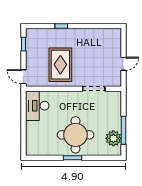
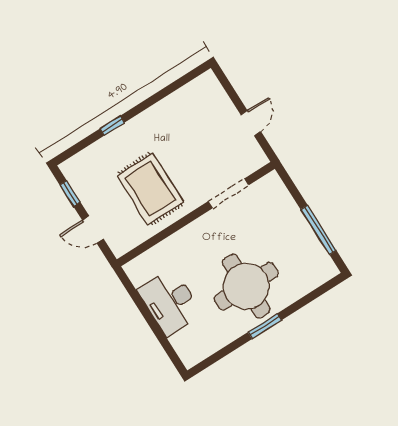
door: (23, 77) -> (93, 230), moved
desk: (37, 106) -> (170, 302), moved
plant: (113, 138) -> (311, 253), removed

